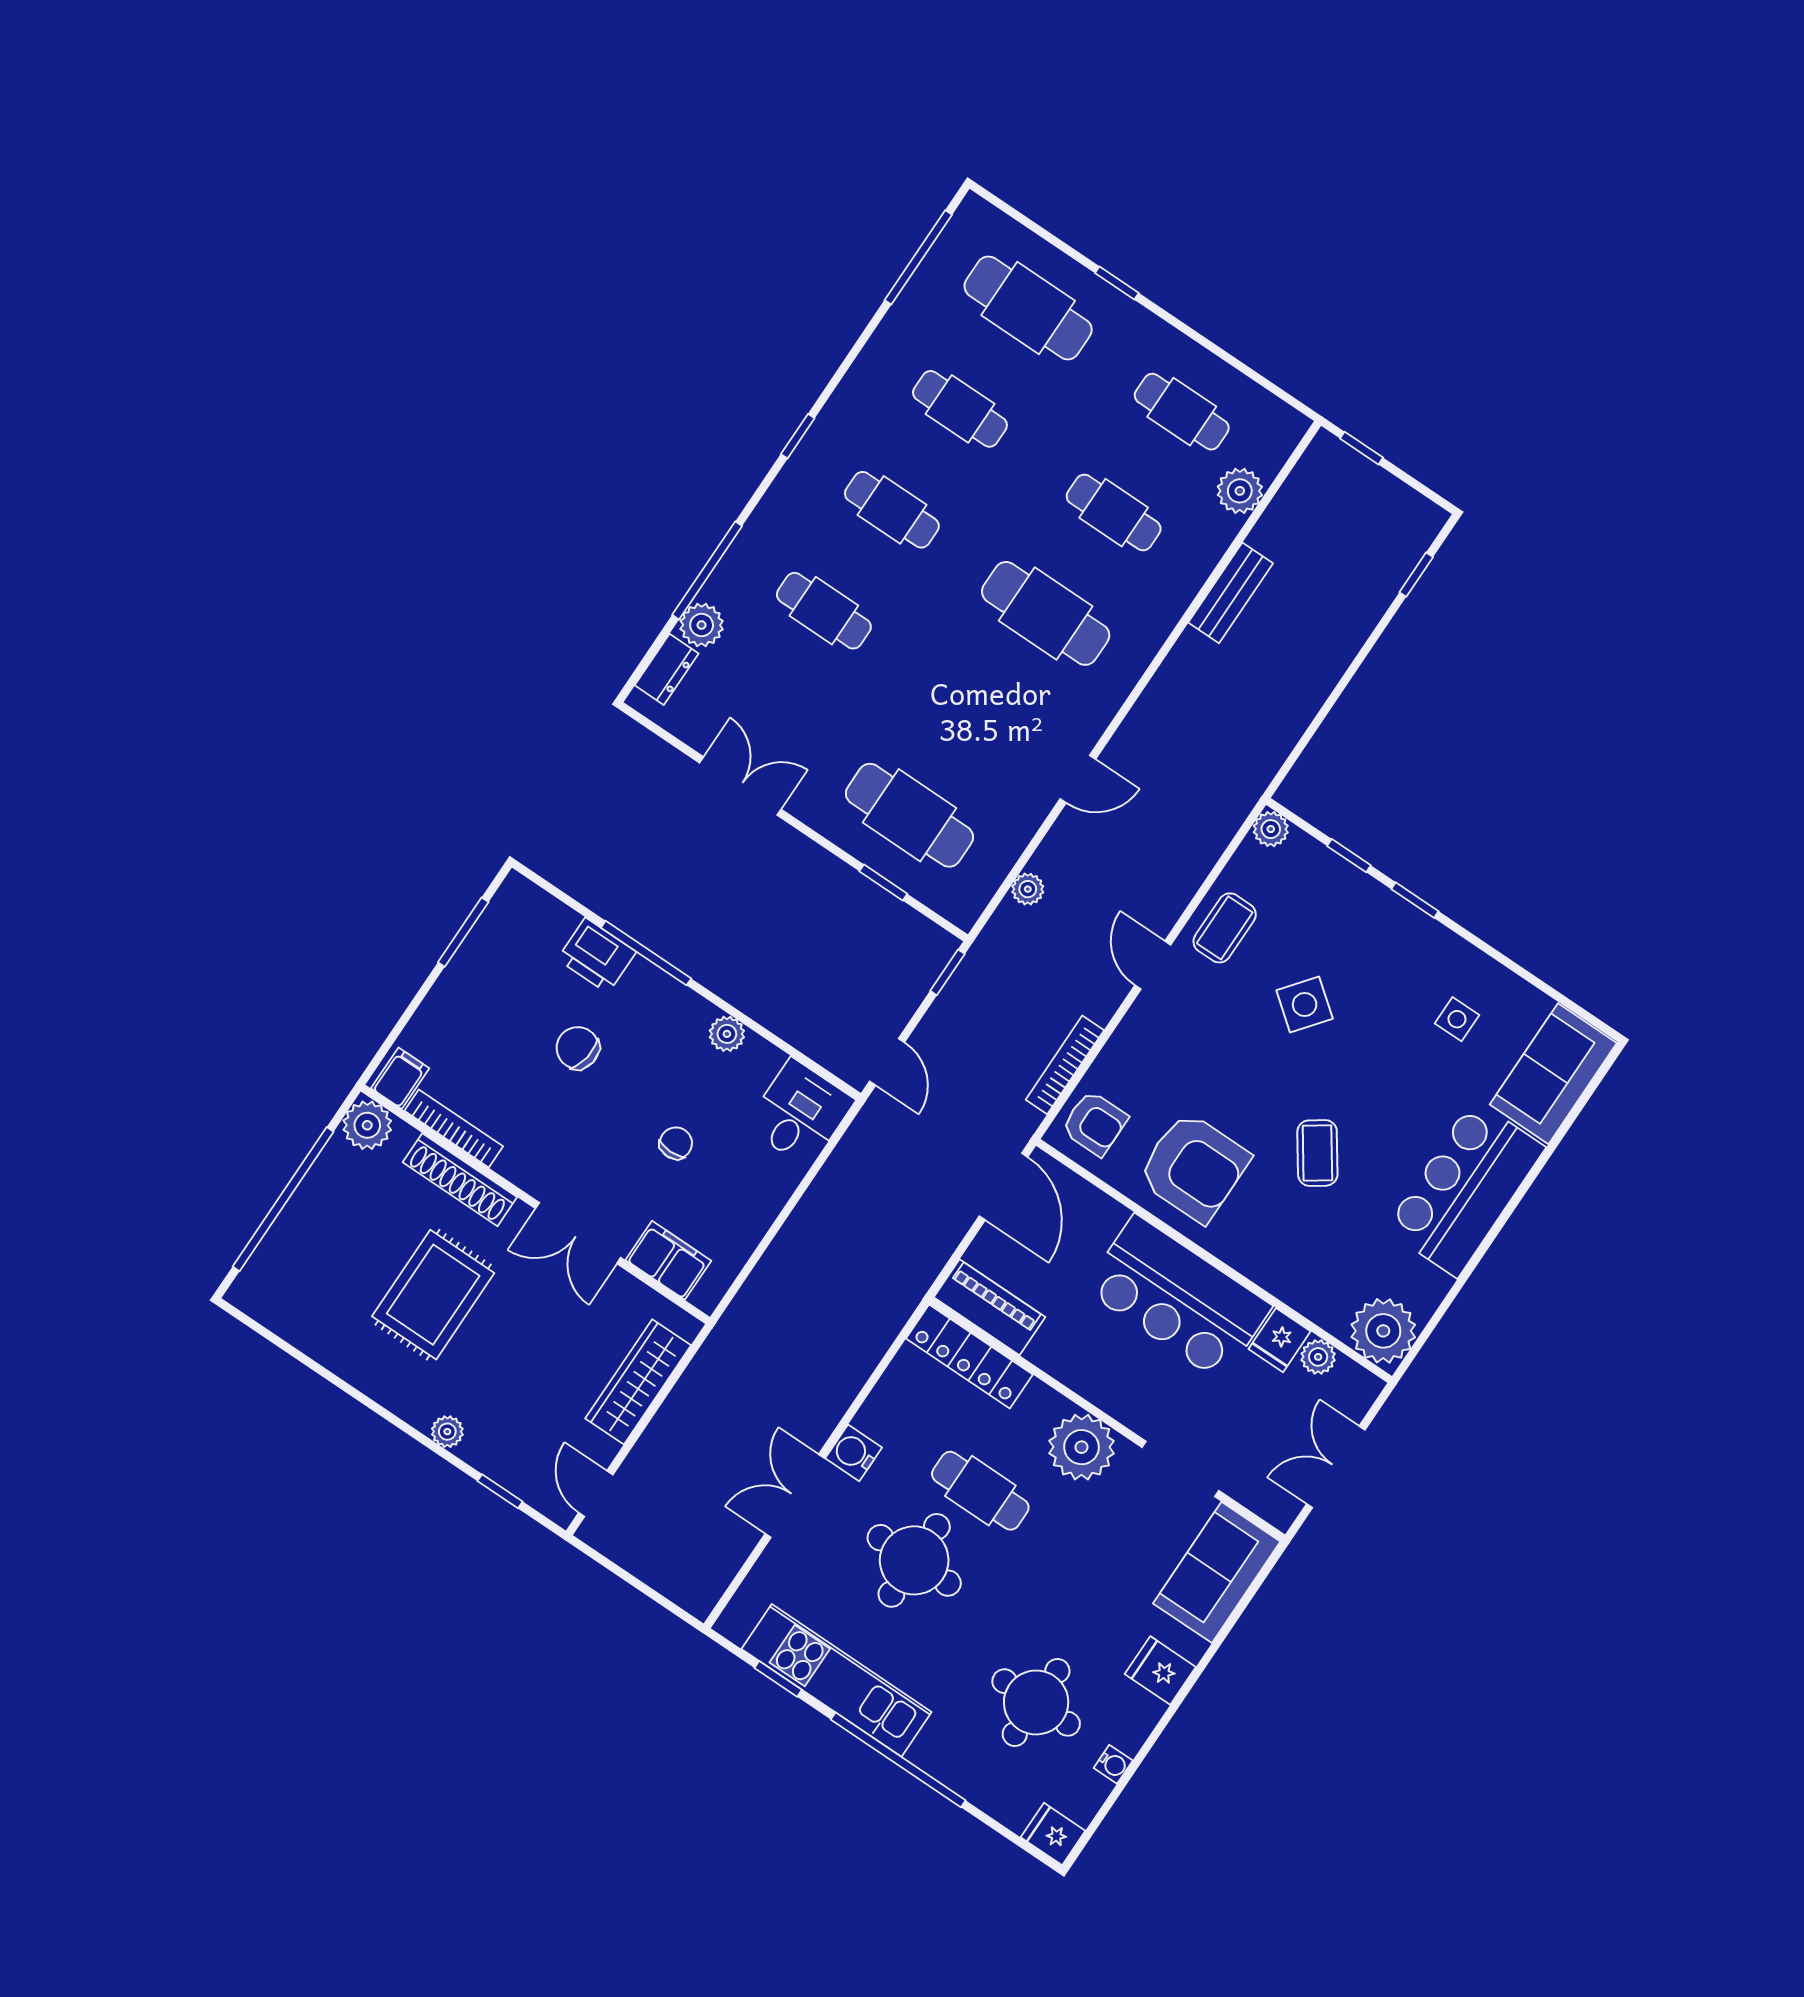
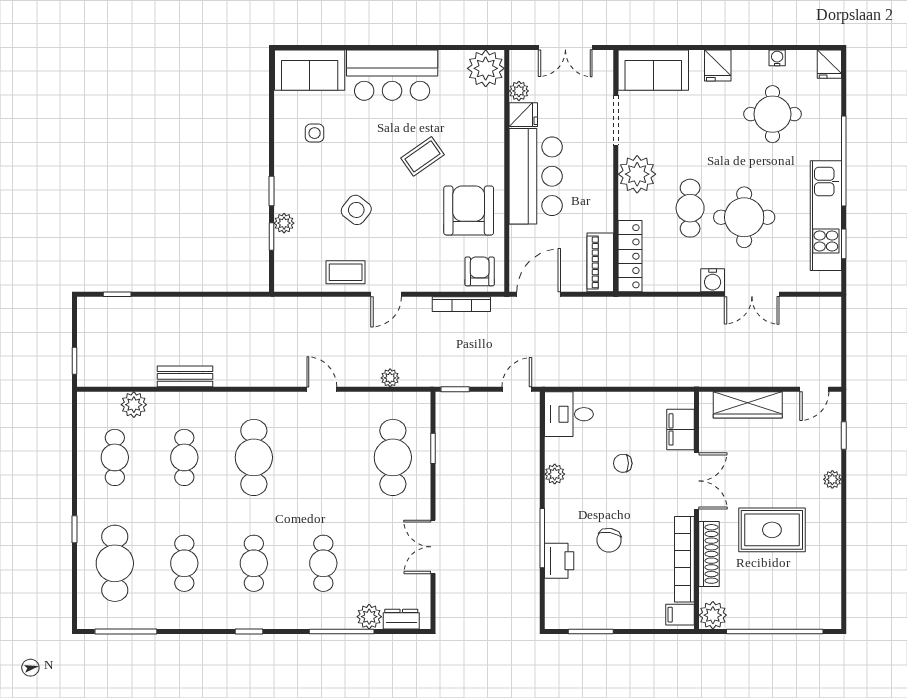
plant: (1271, 829) -> (284, 223), moved
bookcase: (454, 1129) -> (684, 559), width x1.48, depth x1.31

